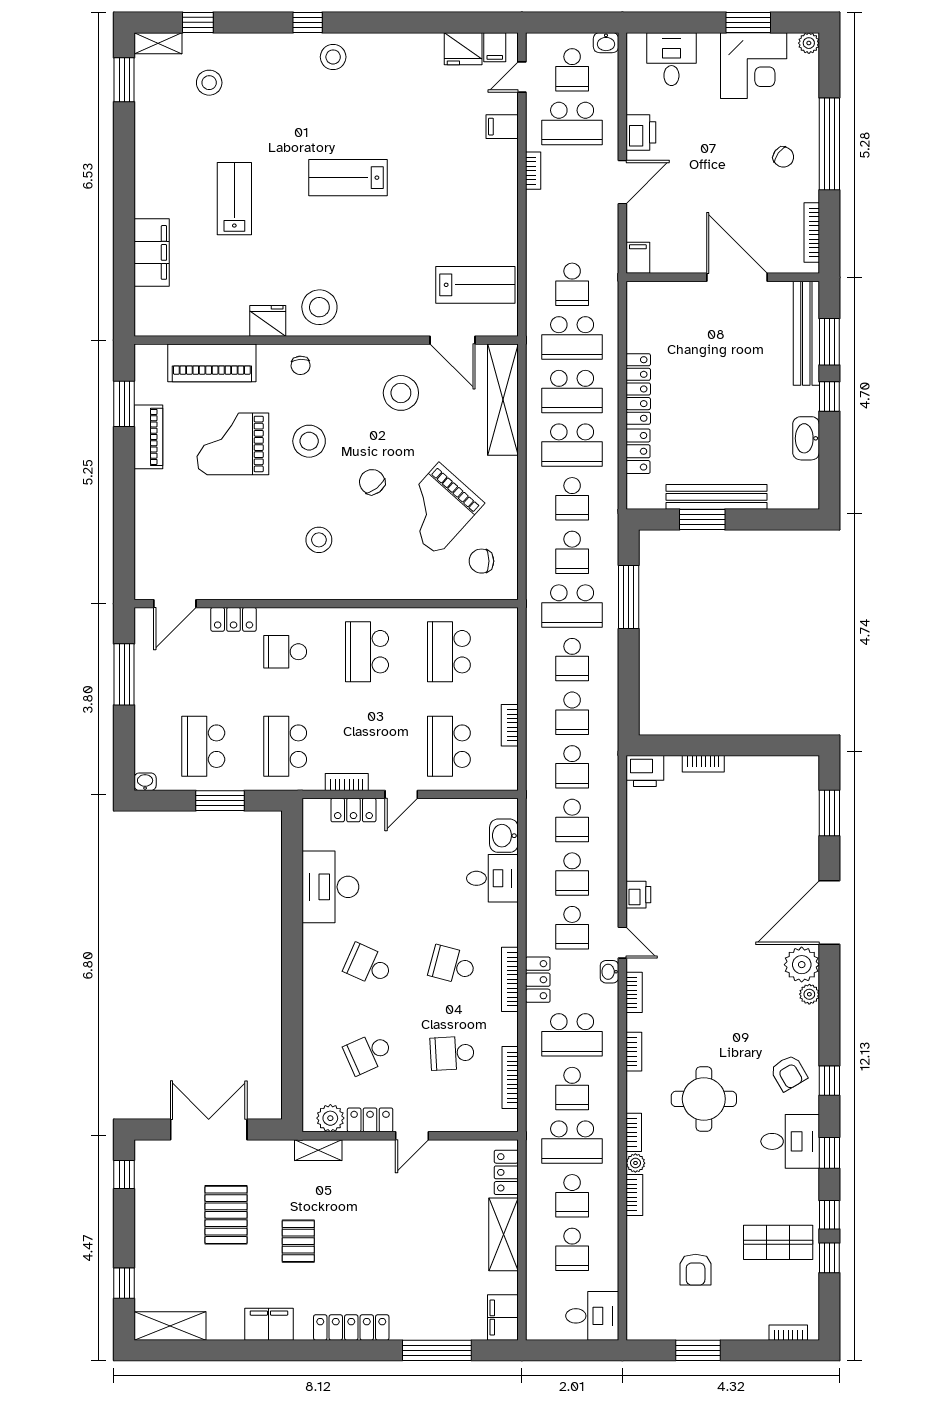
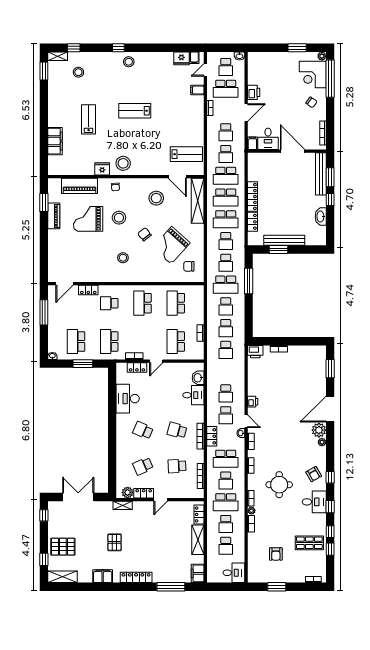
desk: (671, 59) -> (268, 139), moved, turned 180
corner desk: (754, 66) -> (313, 75), moved, turned 90
window: (829, 144) -> (330, 79), moved
school desk: (572, 820) -> (226, 132), moved
pallet: (226, 1215) -> (63, 547), moved, turned 90

